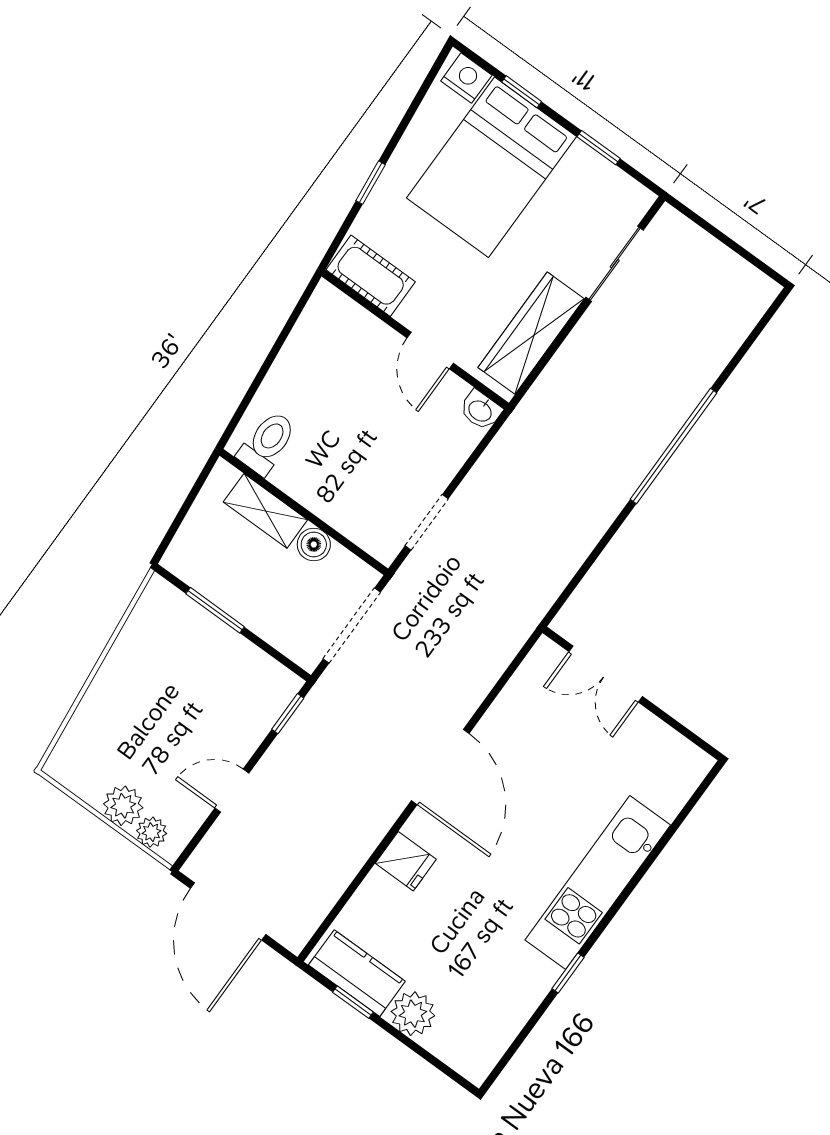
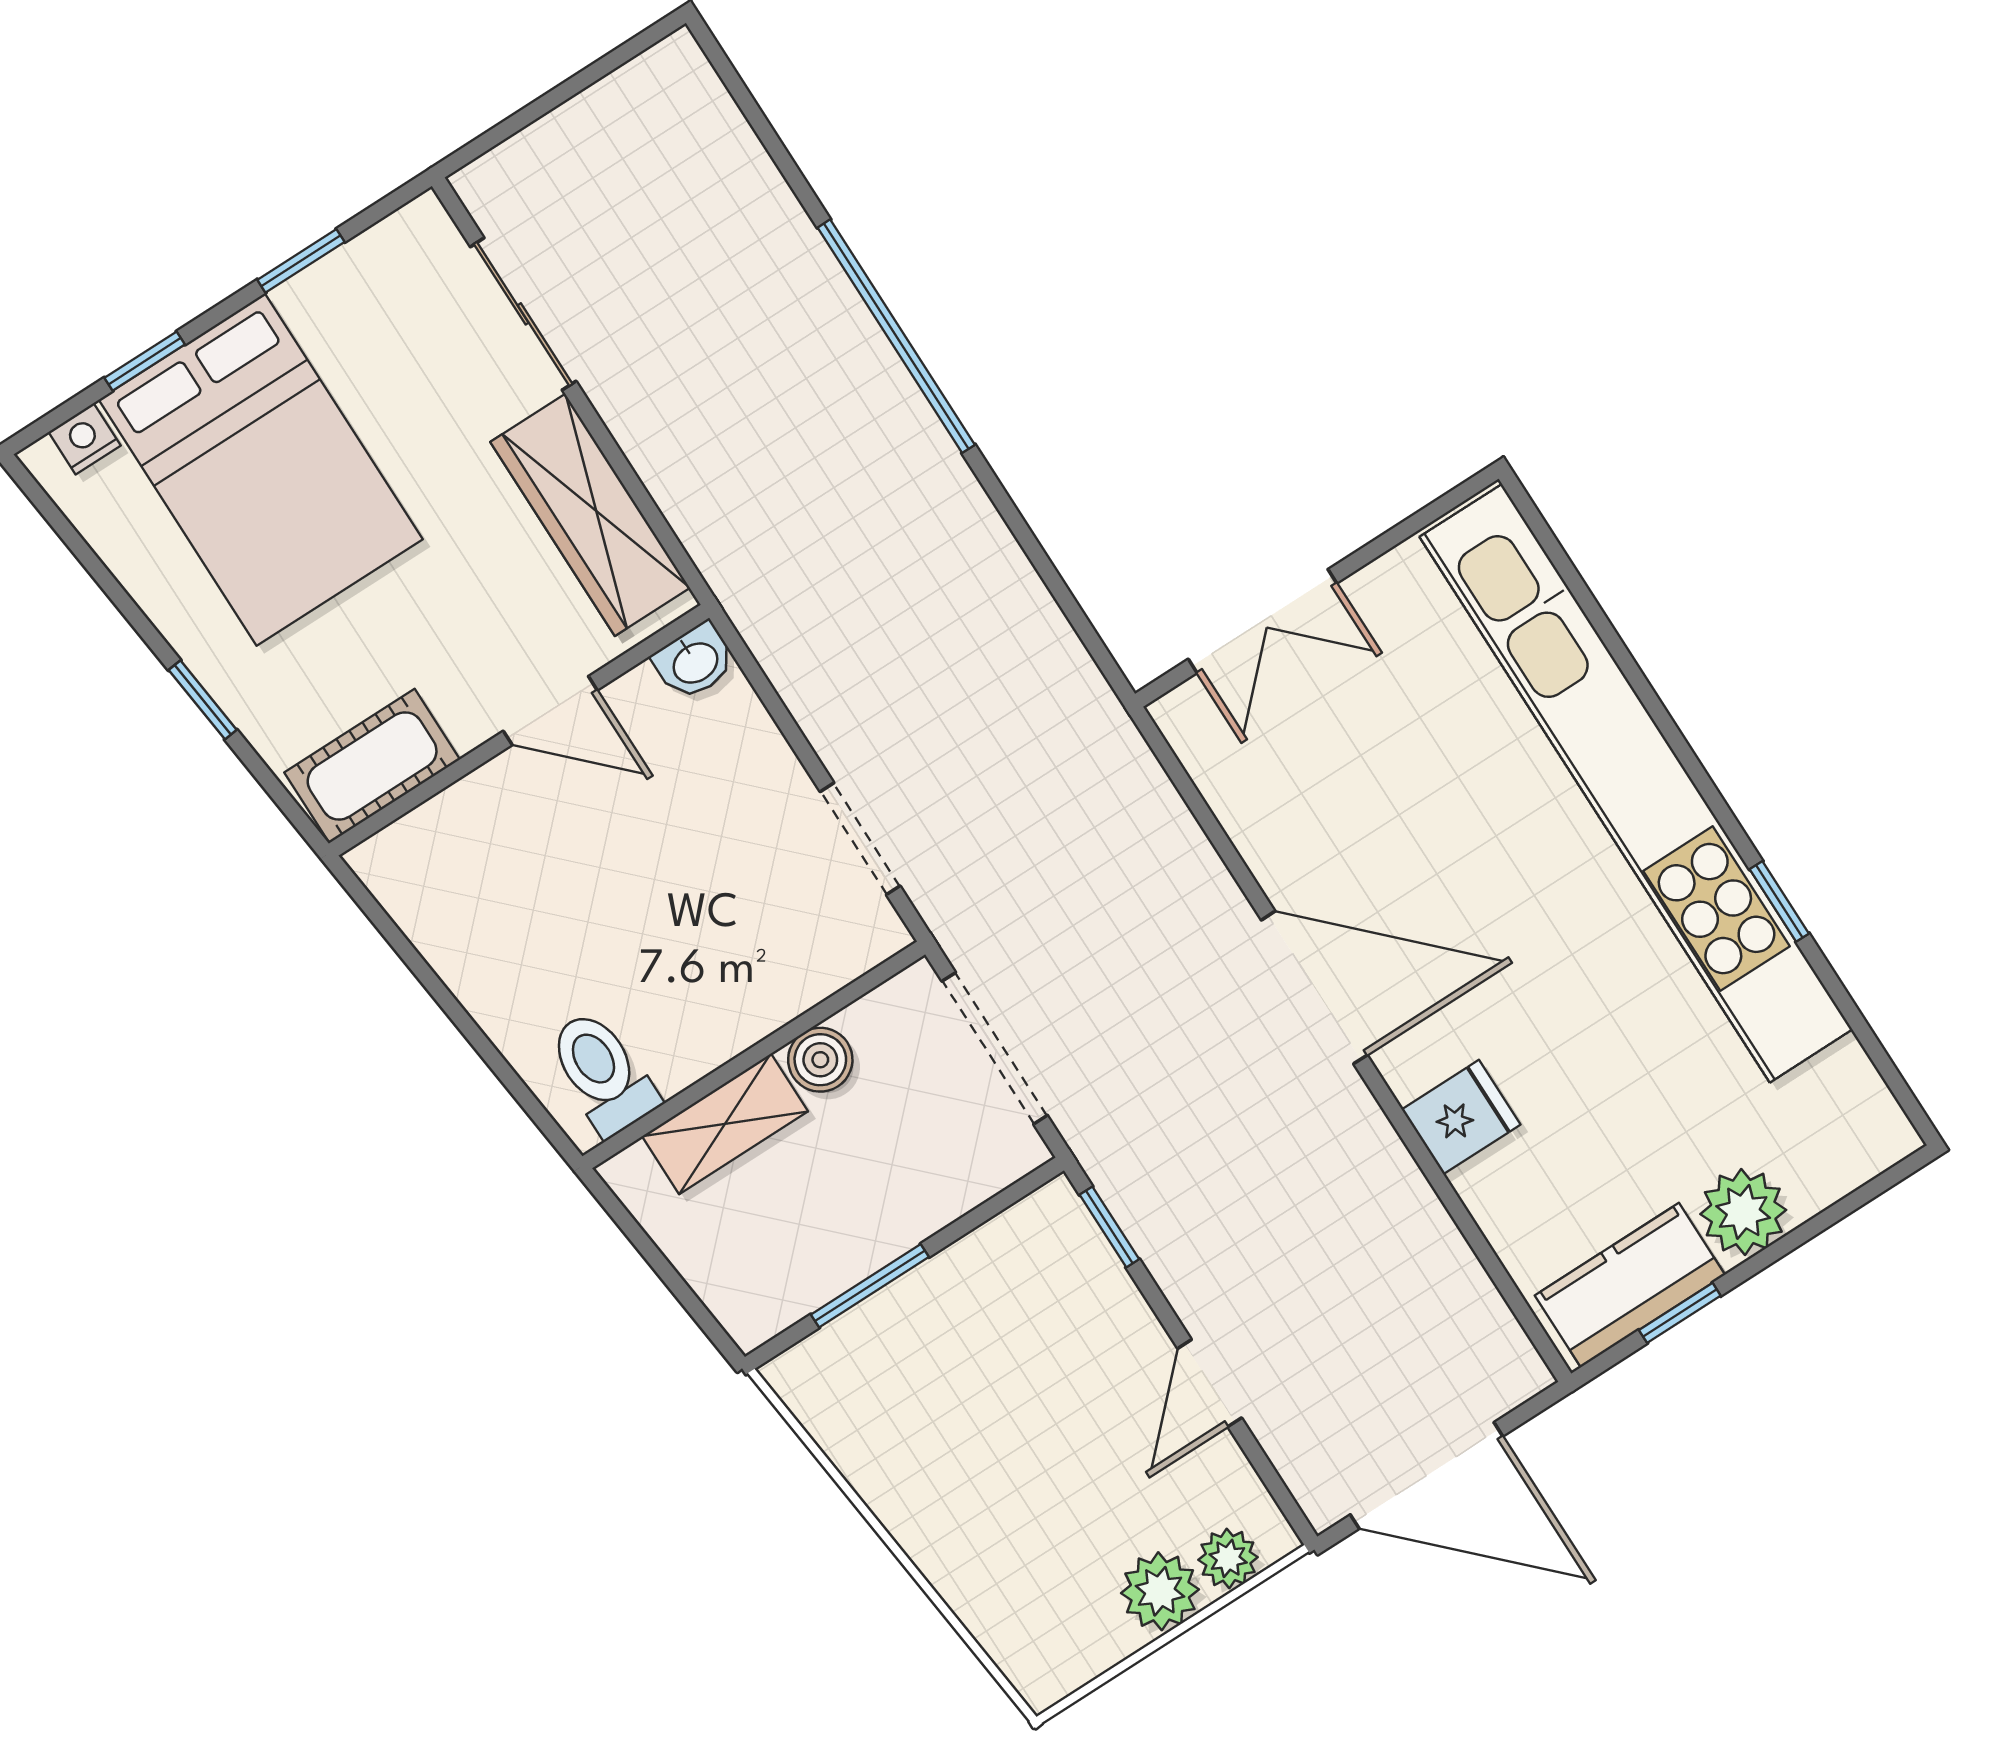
nightstand: (466, 78) -> (85, 439), width x0.72, depth x0.74
kitchen unit: (598, 883) -> (1636, 783), width x1.86

